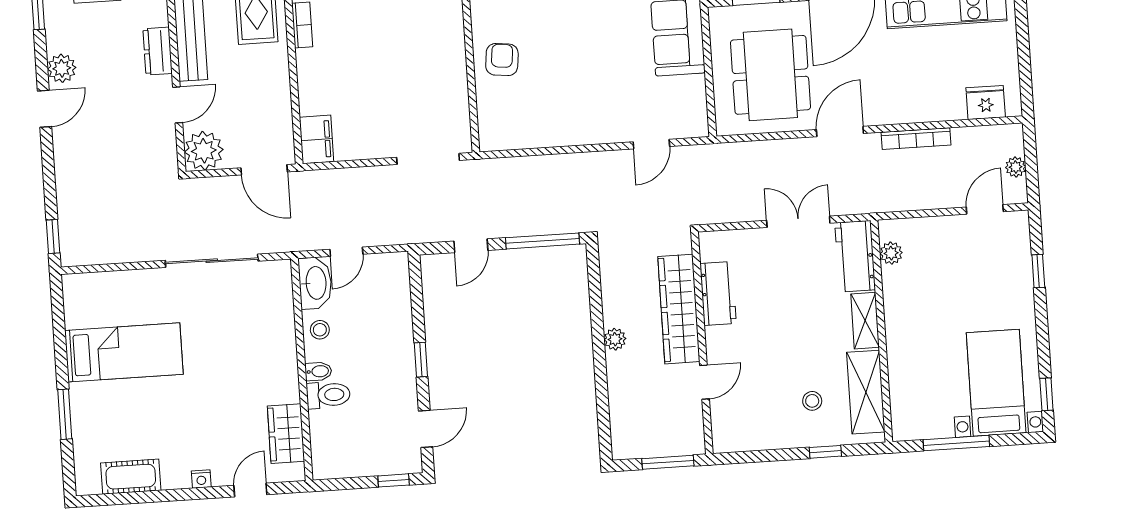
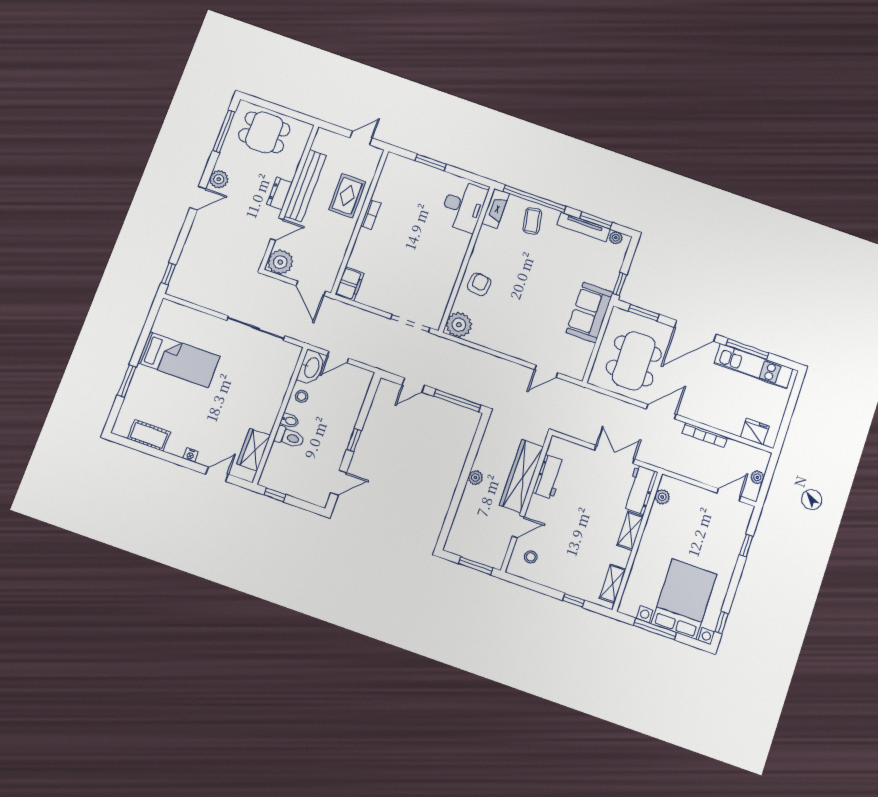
plant: (498, 131) -> (459, 325), added
bed with nightstands: (996, 383) -> (684, 599), width x1.36
shelving: (866, 392) -> (613, 584), width x0.67, depth x0.75
stool: (812, 401) -> (531, 557), moved
window: (394, 480) -> (275, 495), moved

